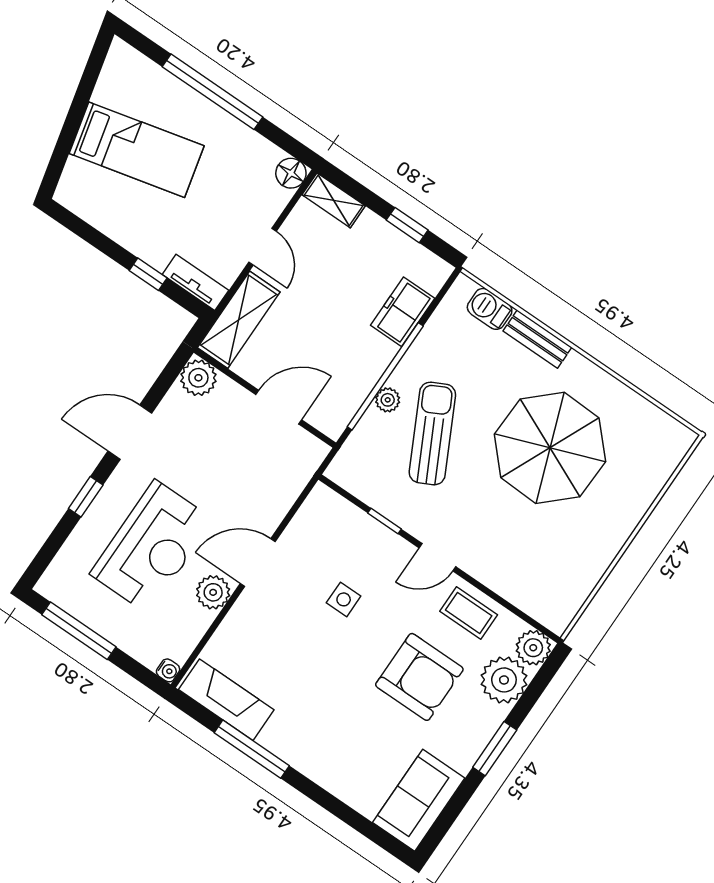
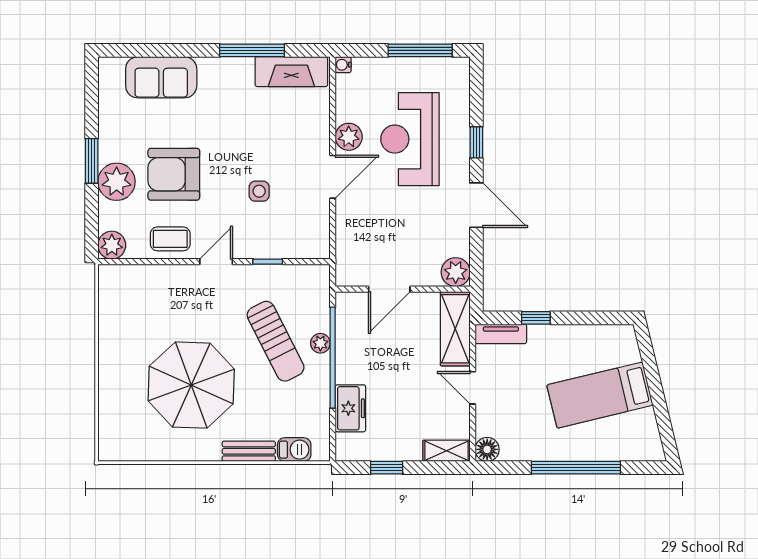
door: (130, 432) -> (476, 205), hinge flipped
plant: (504, 680) -> (117, 182), moved
sofa: (419, 800) -> (161, 77), moved, turned 90

